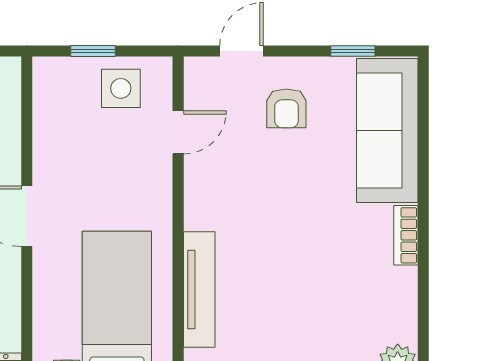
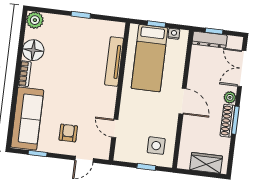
side table: (121, 88) -> (156, 146), moved
door: (178, 132) -> (115, 128), hinge flipped
floor lamp: (393, 293) -> (33, 50), added

